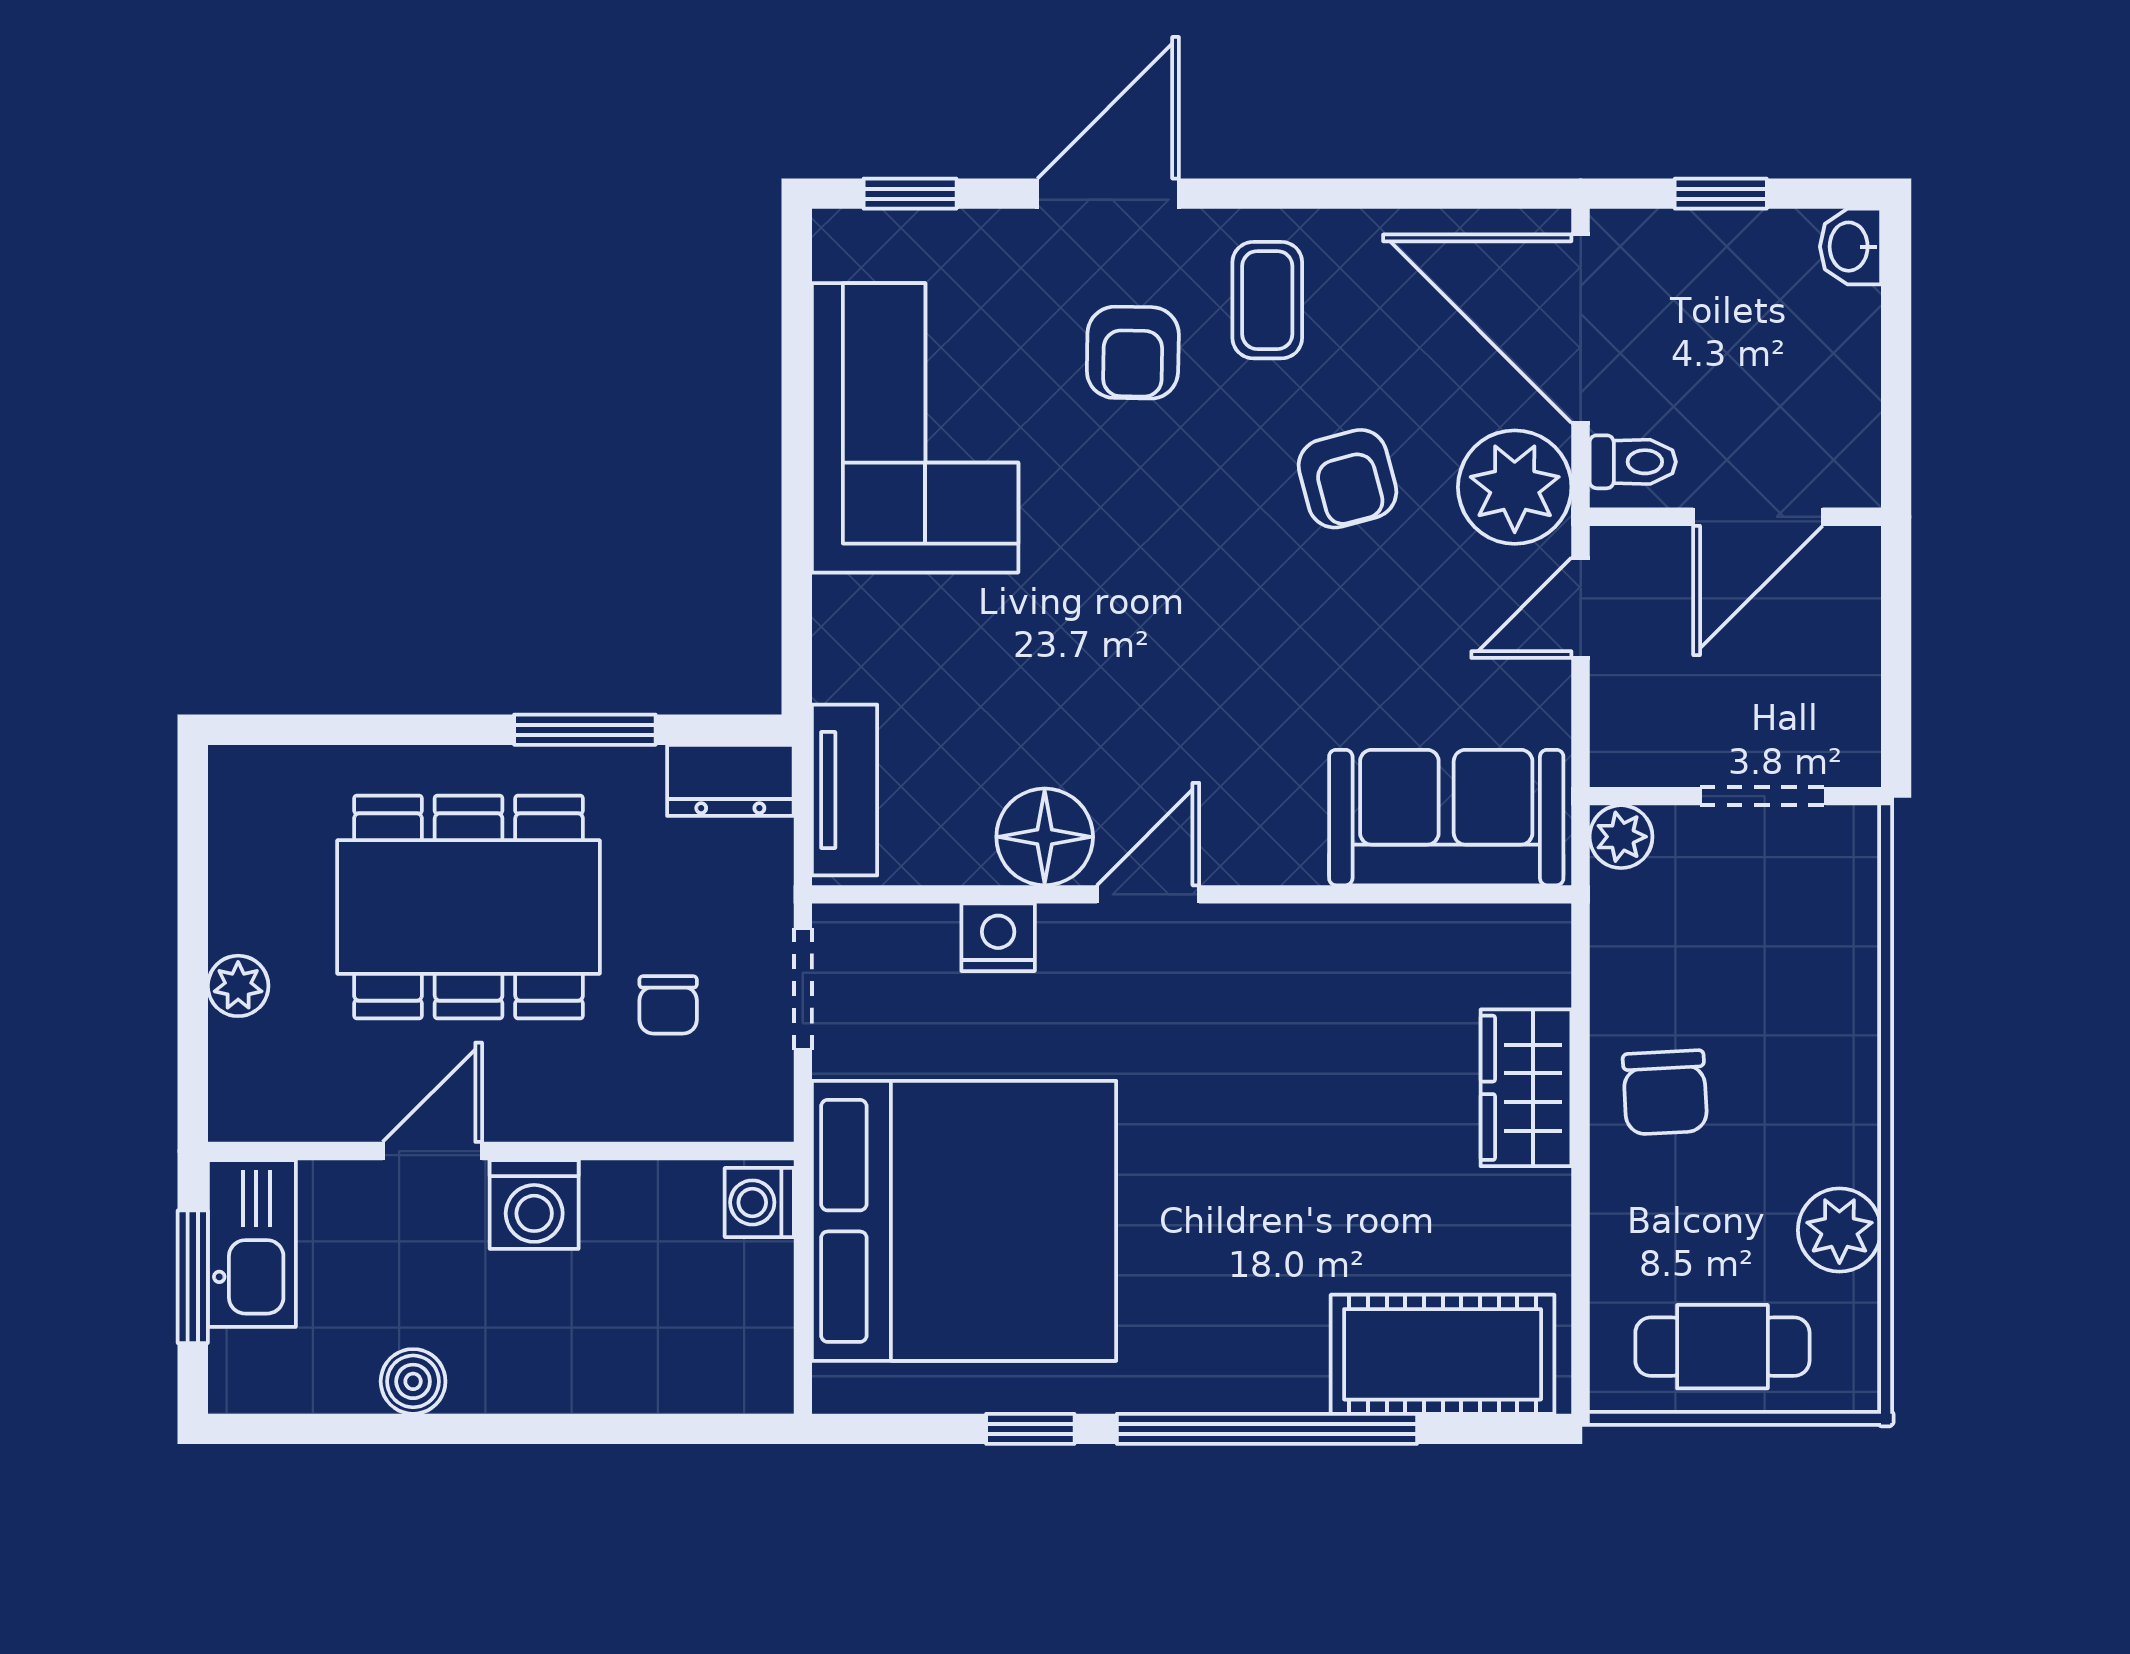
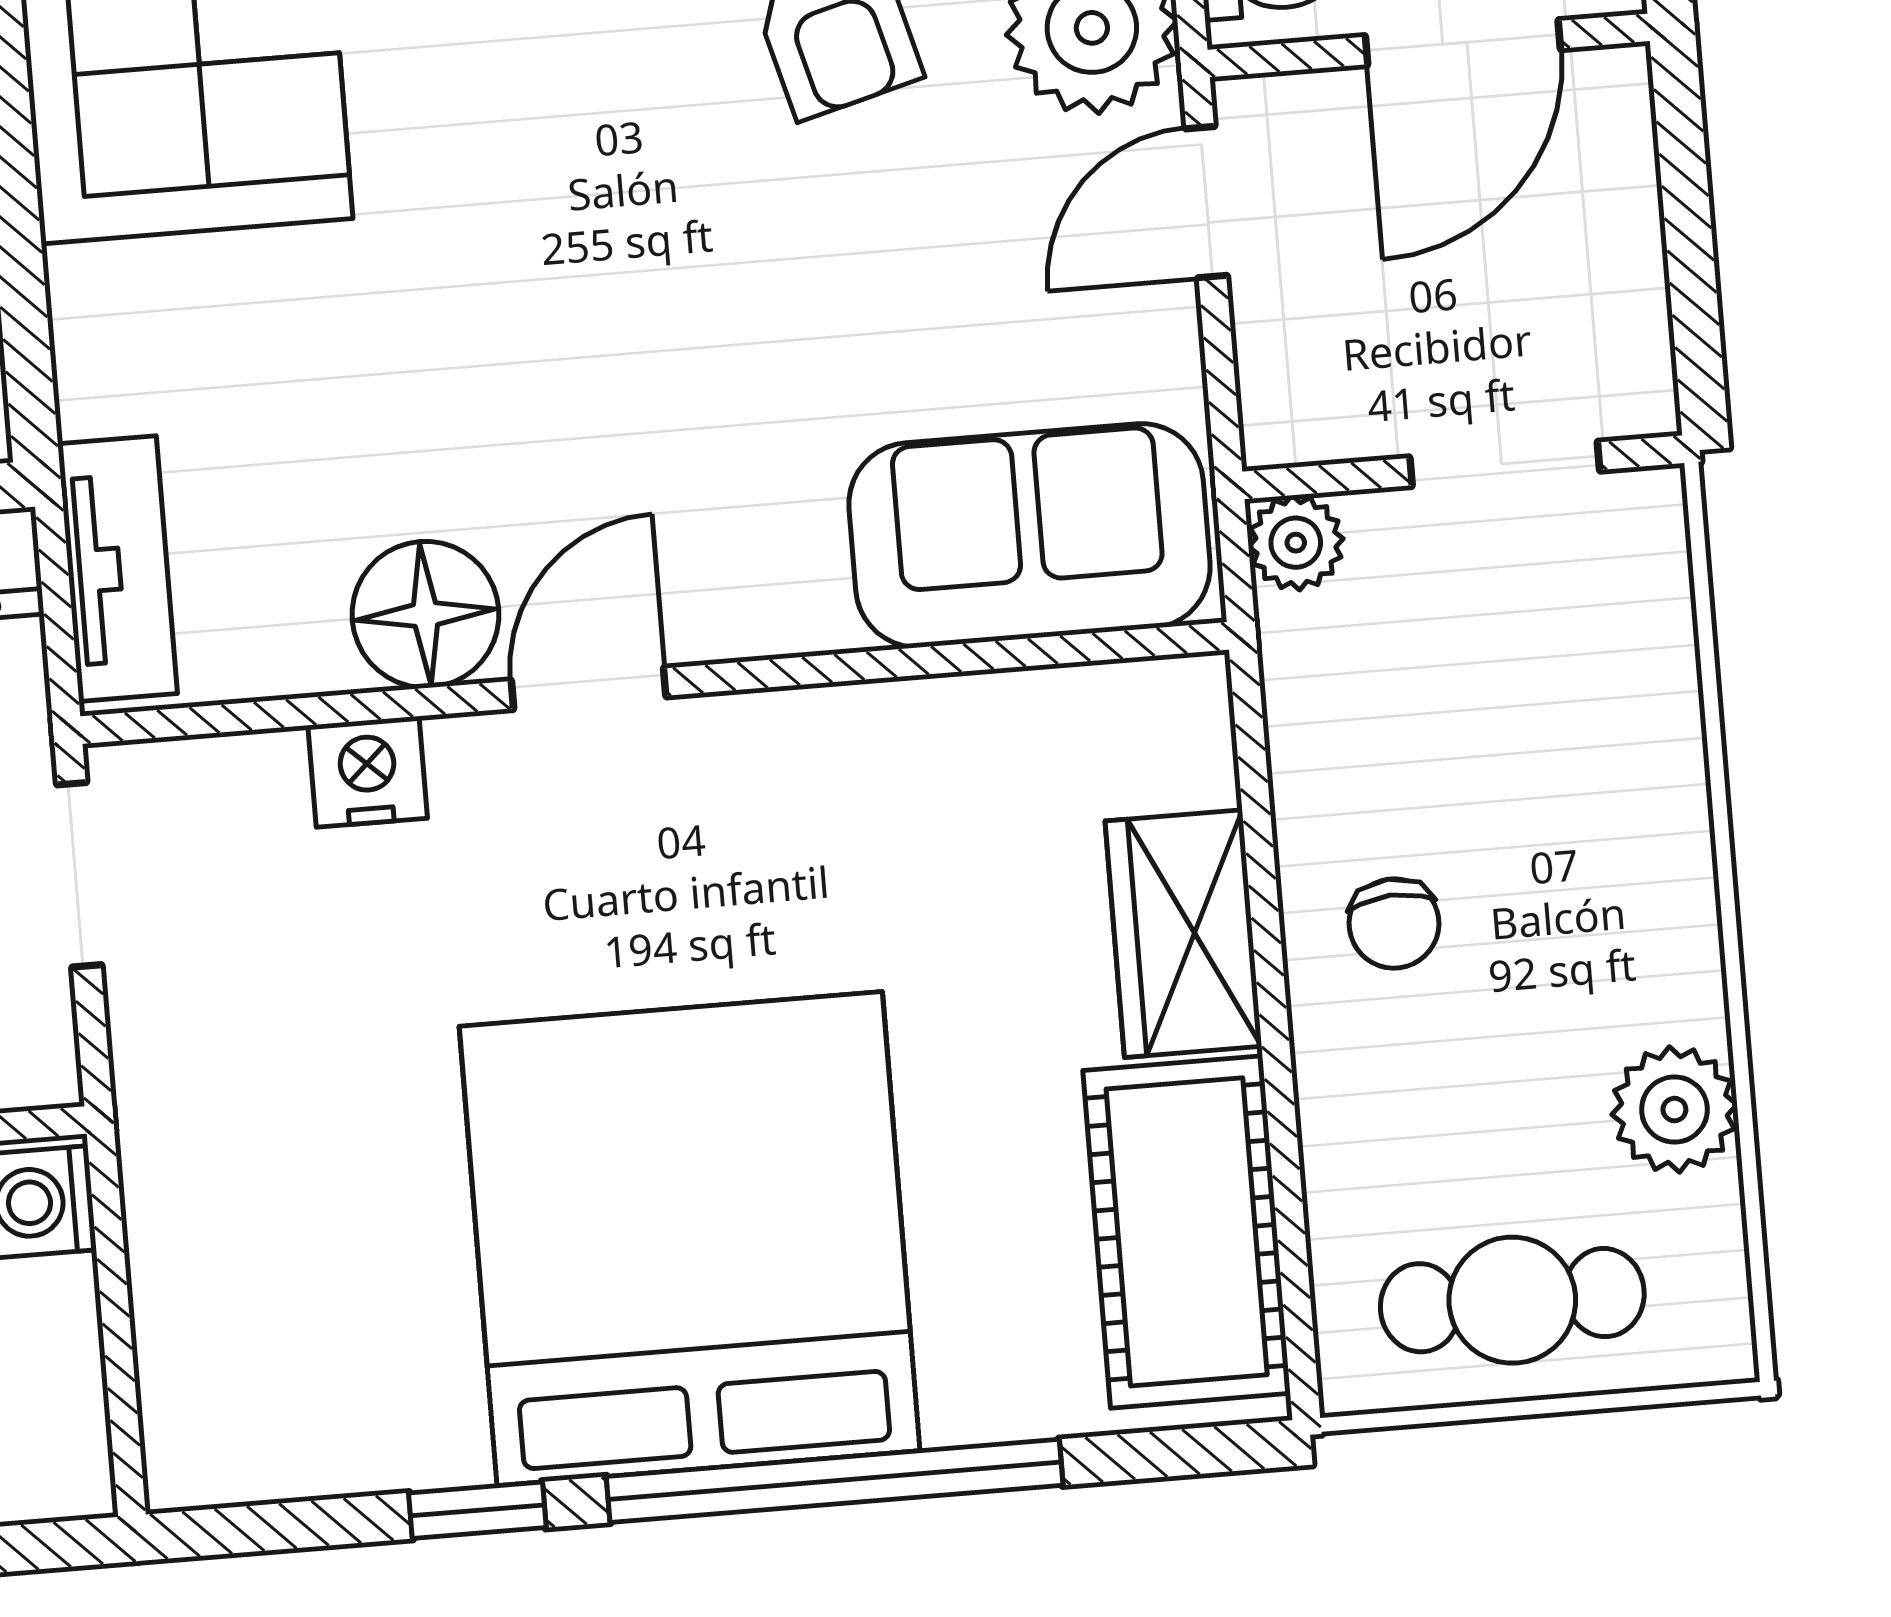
chair: (1665, 1092) -> (1394, 923), width x0.73, depth x0.73
bed: (964, 1221) -> (690, 1239), moved, turned -90
cot: (1443, 1354) -> (1187, 1232), moved, turned 90

